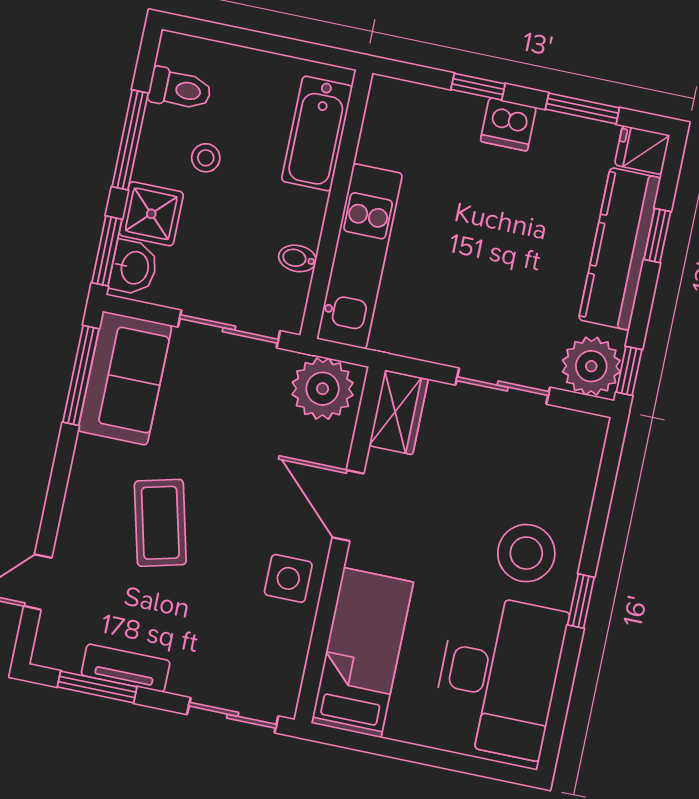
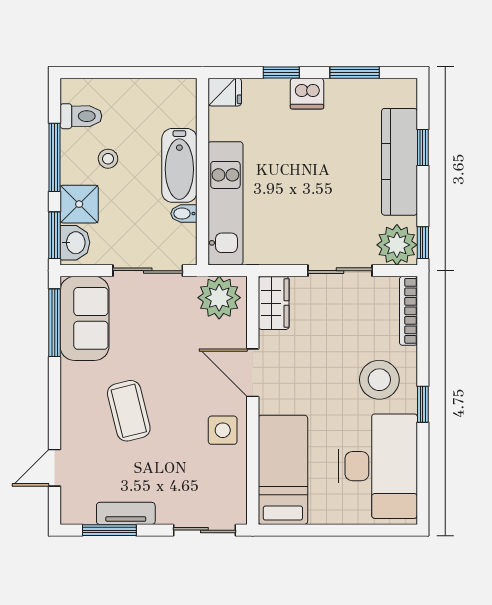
bathtub: (317, 133) -> (179, 165), moved
fridge: (642, 150) -> (225, 92), moved, turned 180
bookcase: (588, 464) -> (408, 311), added

